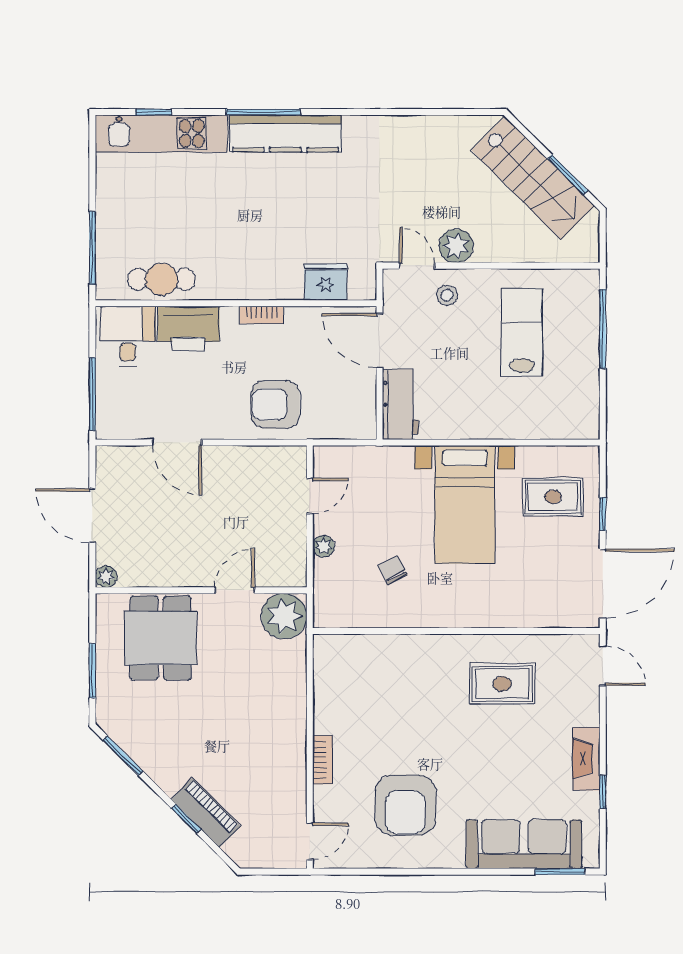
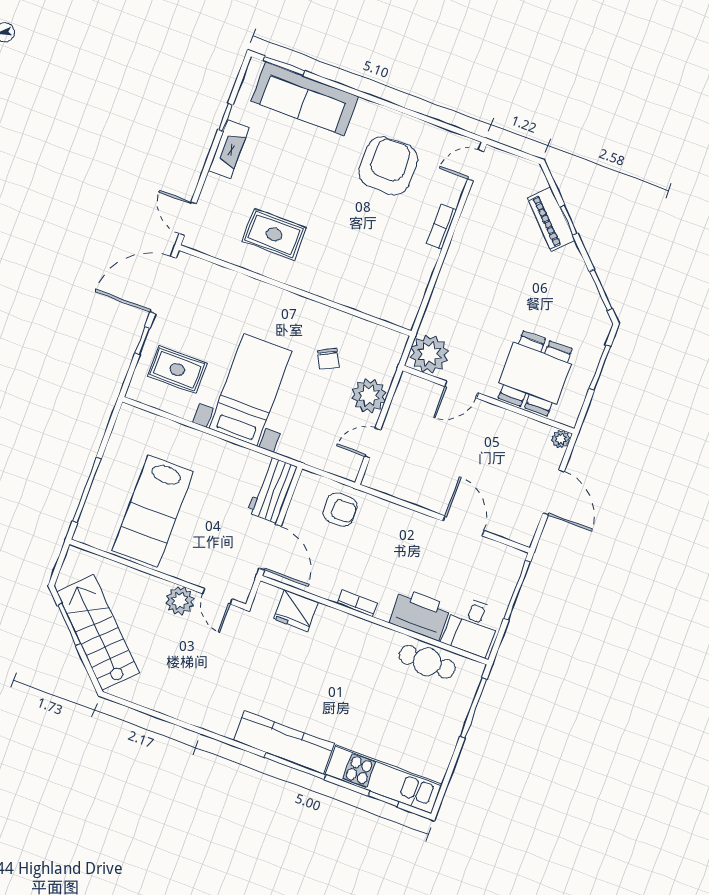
stool: (447, 295) -> (202, 564), removed
lab bench: (522, 332) -> (153, 511), width x1.36, depth x1.39
armchair: (275, 404) -> (340, 509), moved, width x0.72, depth x0.72
plant: (324, 546) -> (369, 396), width x1.88, depth x1.88

